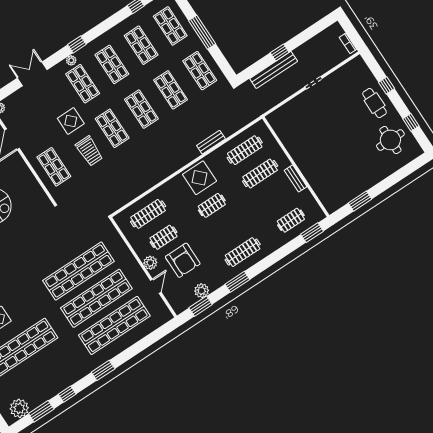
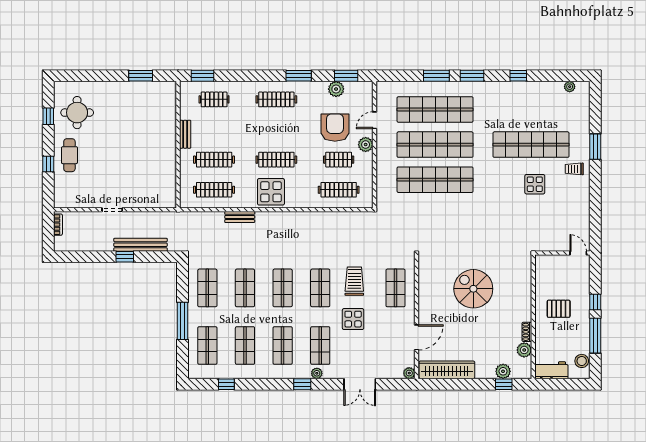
clothes rail: (212, 205) -> (276, 160), width x1.36
plant: (19, 408) -> (570, 87), width x0.53, depth x0.53
window: (41, 411) -> (436, 76), moved

